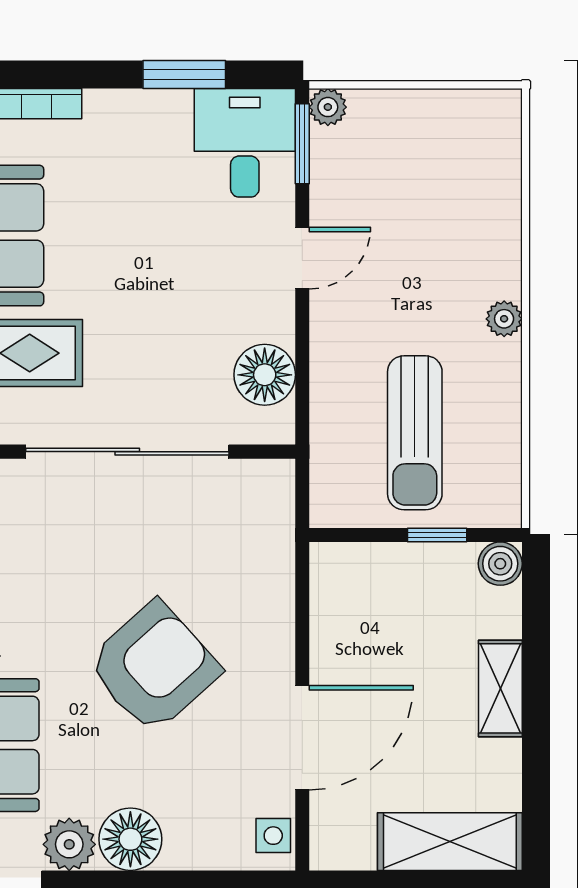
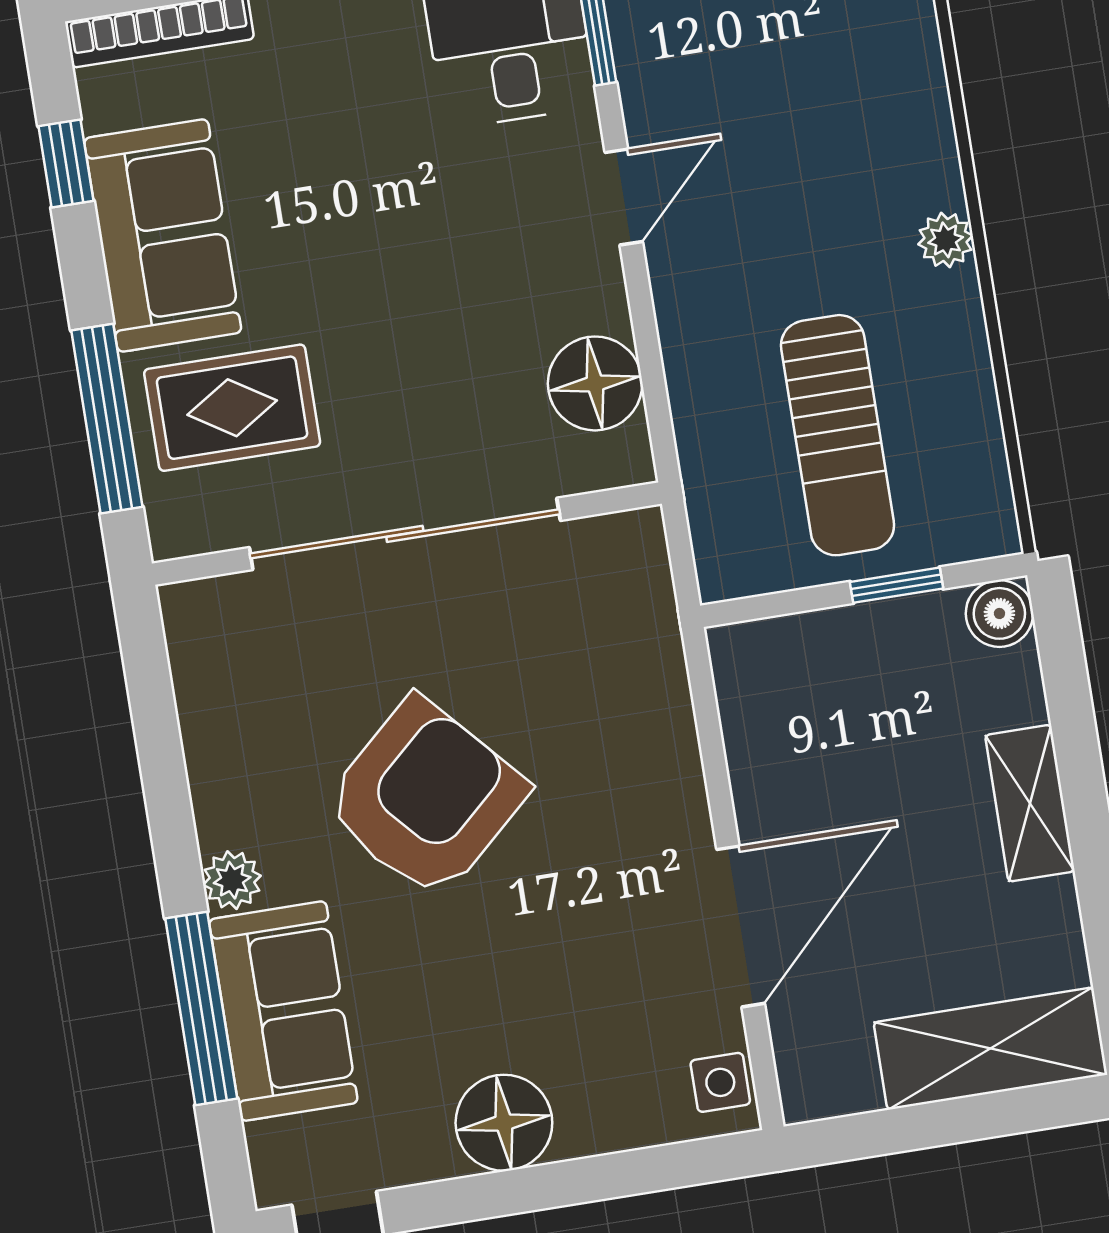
armchair: (154, 667) -> (425, 798), moved
plant: (69, 844) -> (412, 1145), removed

